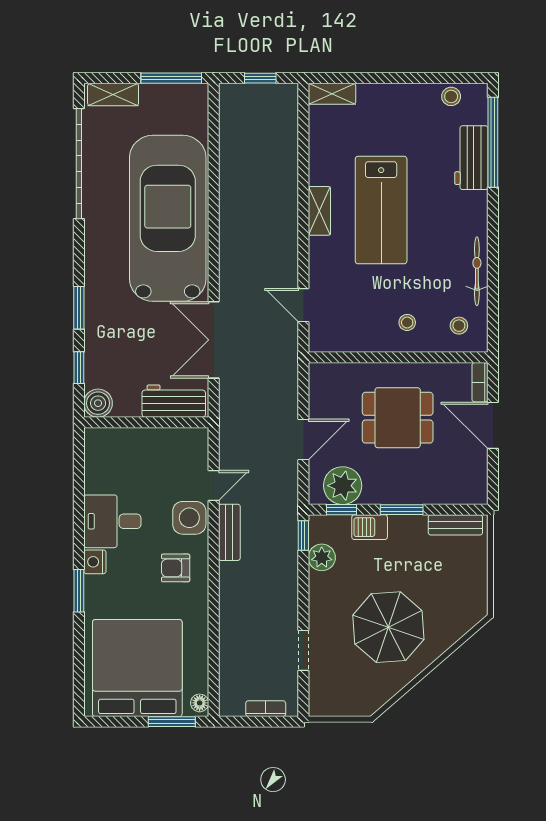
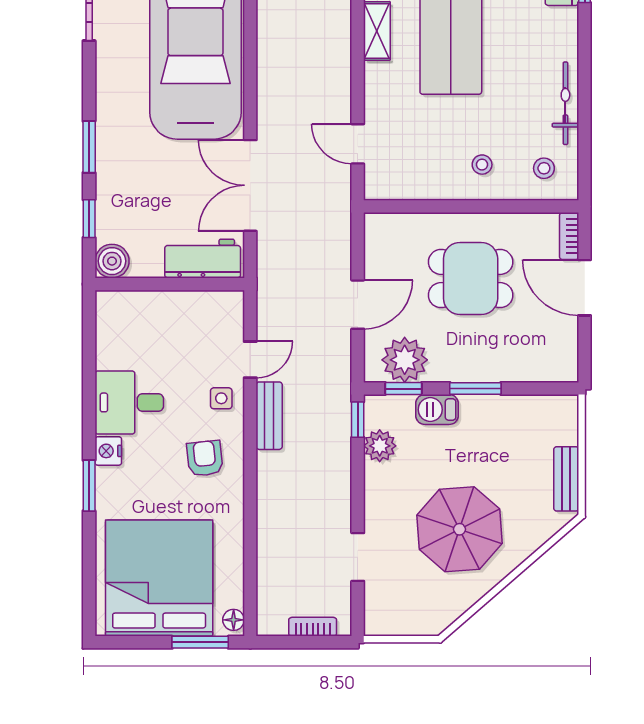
side table: (189, 518) -> (221, 398), width x0.54, depth x0.54
bench: (455, 525) -> (566, 479), moved, turned 90
armchair: (176, 568) -> (205, 458), turned 84

